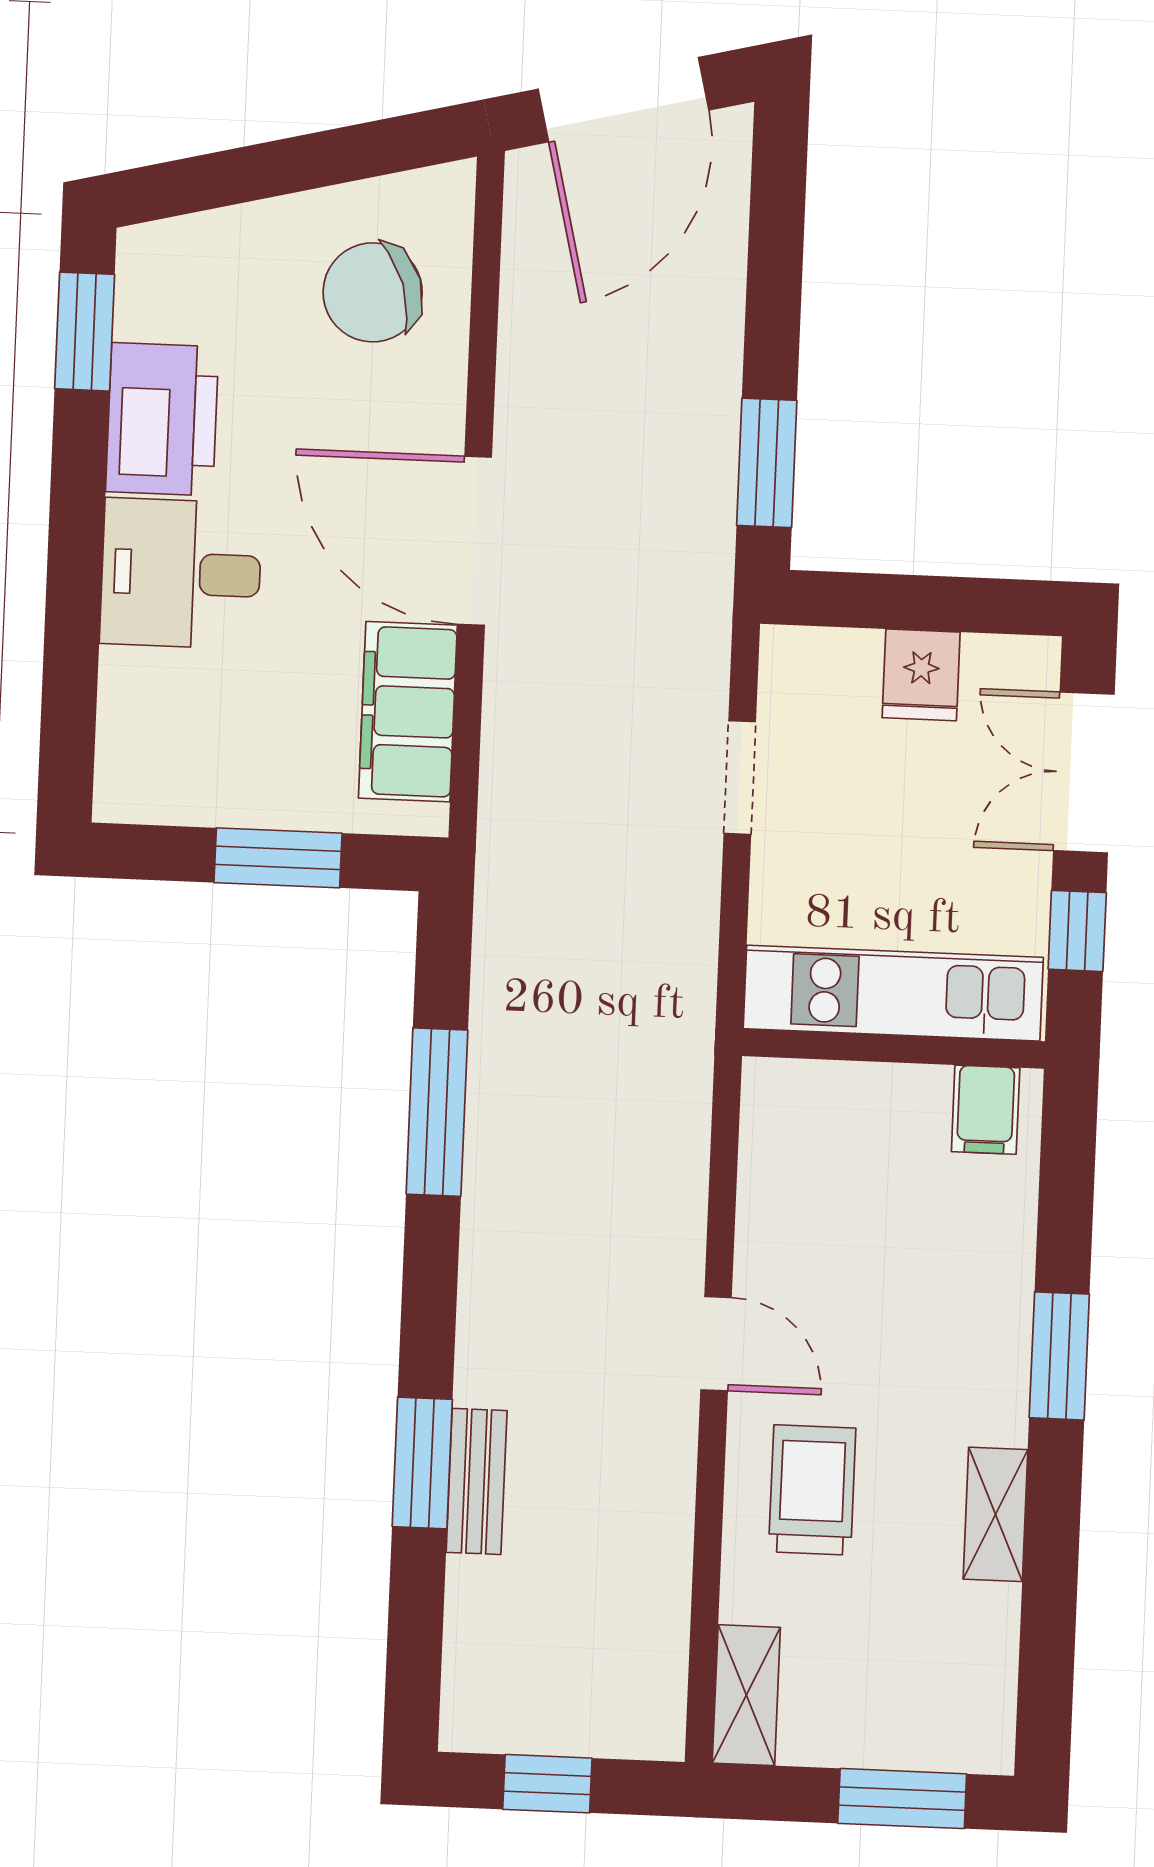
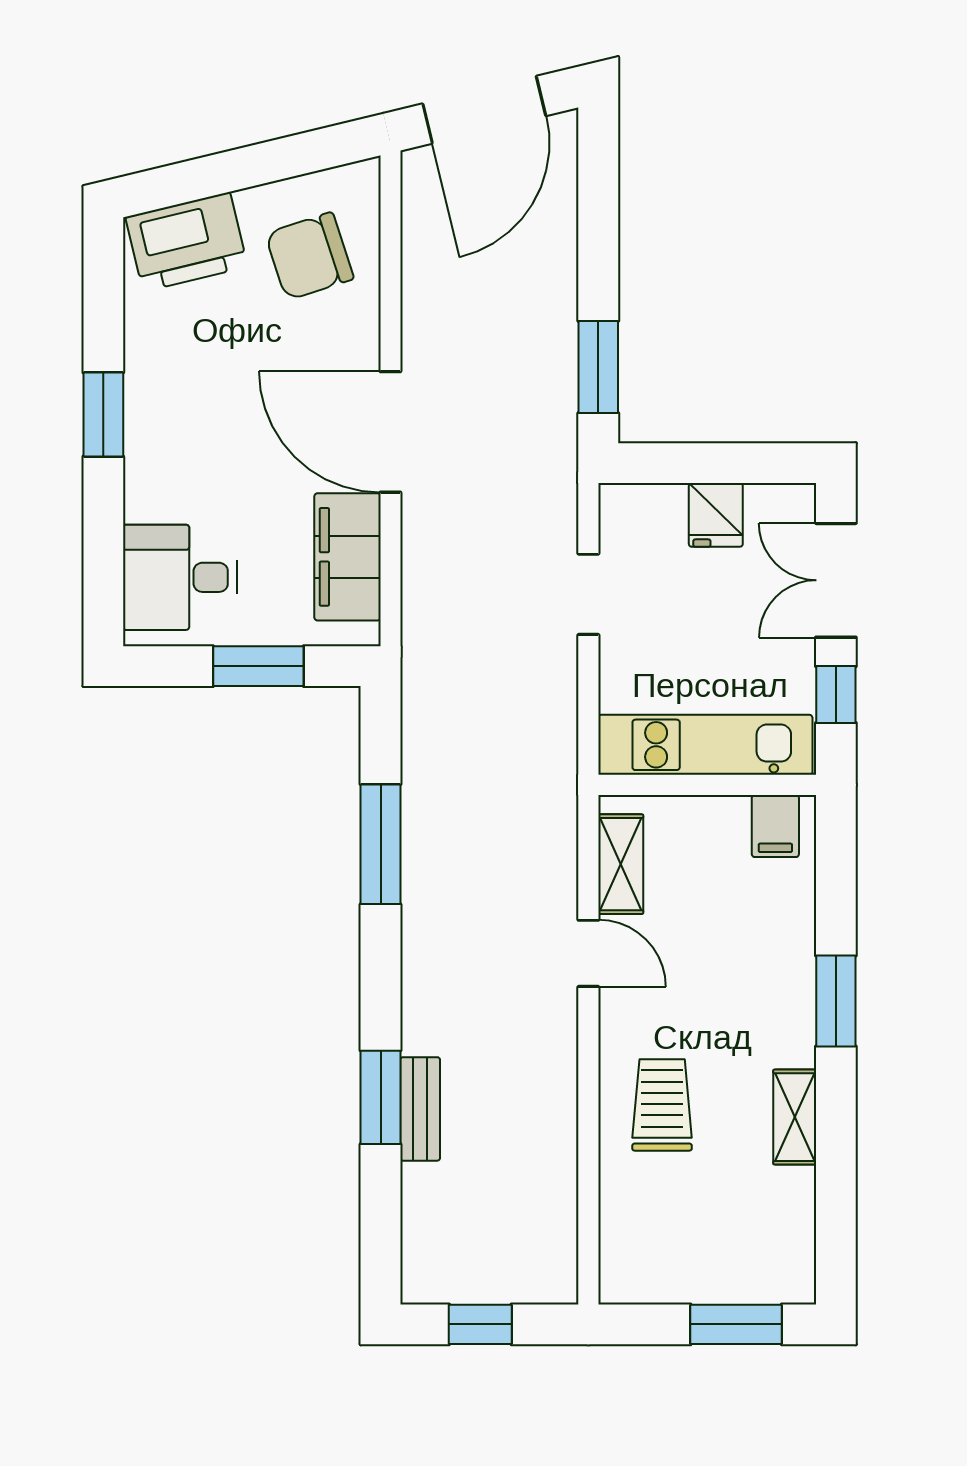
window: (85, 332) -> (103, 414), moved
printer: (162, 419) -> (187, 242), moved, turned 76
desk: (181, 574) -> (180, 577), moved
door: (716, 1344) -> (588, 953), moved
shelving: (746, 1695) -> (621, 864), moved

